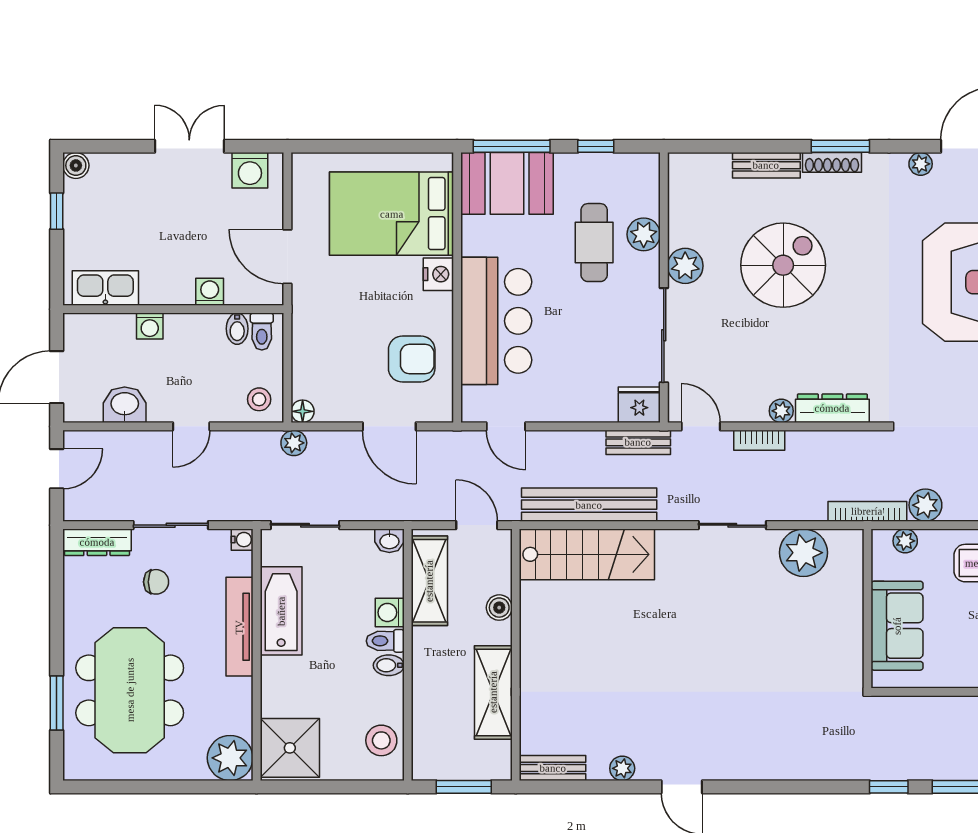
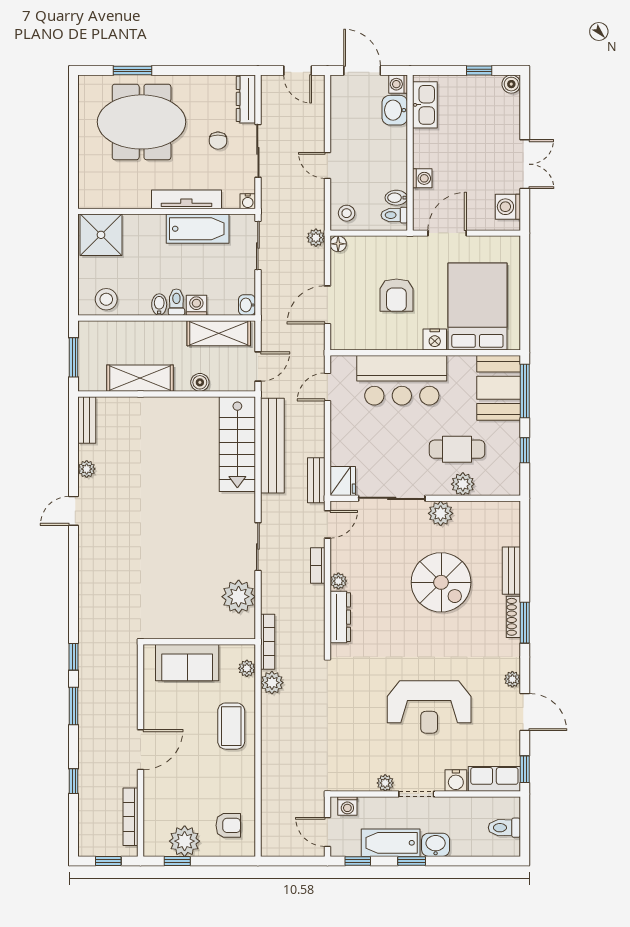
washing machine: (150, 326) -> (398, 84), moved
armchair: (412, 359) -> (396, 295), moved
washbasin: (125, 405) -> (395, 110), moved, turned 180
plant: (230, 758) -> (94, 193), removed

